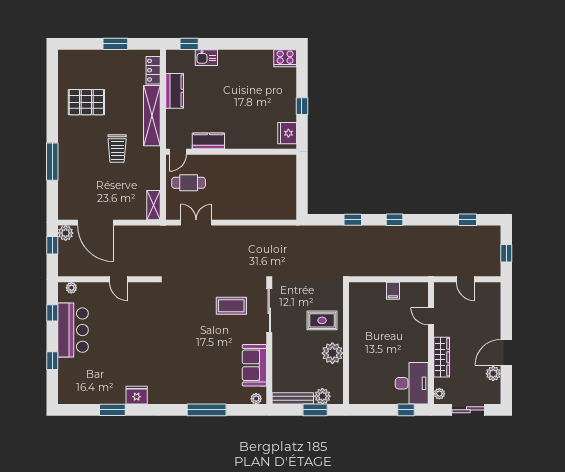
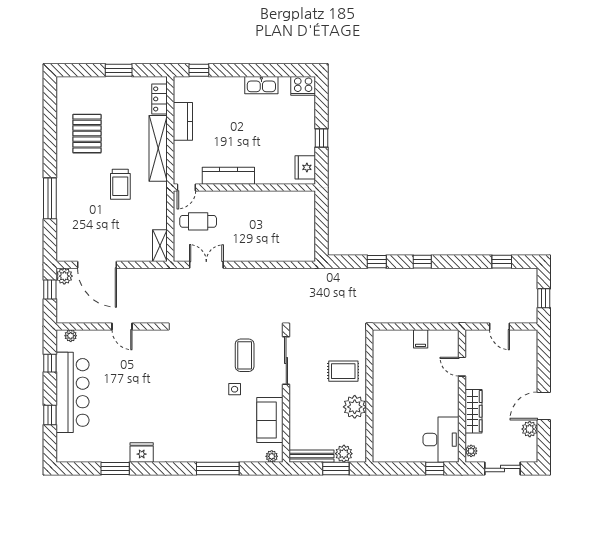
kitchen sink: (206, 58) -> (261, 85), moved, width x1.38
pallet: (86, 102) -> (87, 134), turned 90
kitchen counter: (208, 141) -> (228, 176), width x1.50
coffee table: (231, 306) -> (245, 355), turned 90
bar counter: (73, 330) -> (72, 392), width x1.36
side table: (222, 337) -> (235, 389), added

